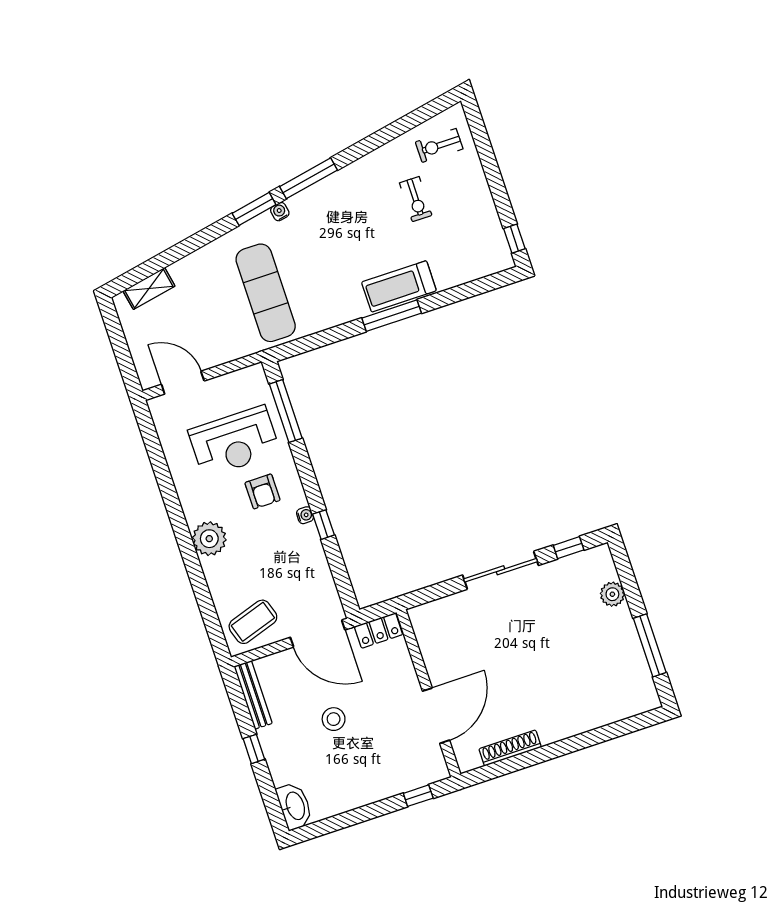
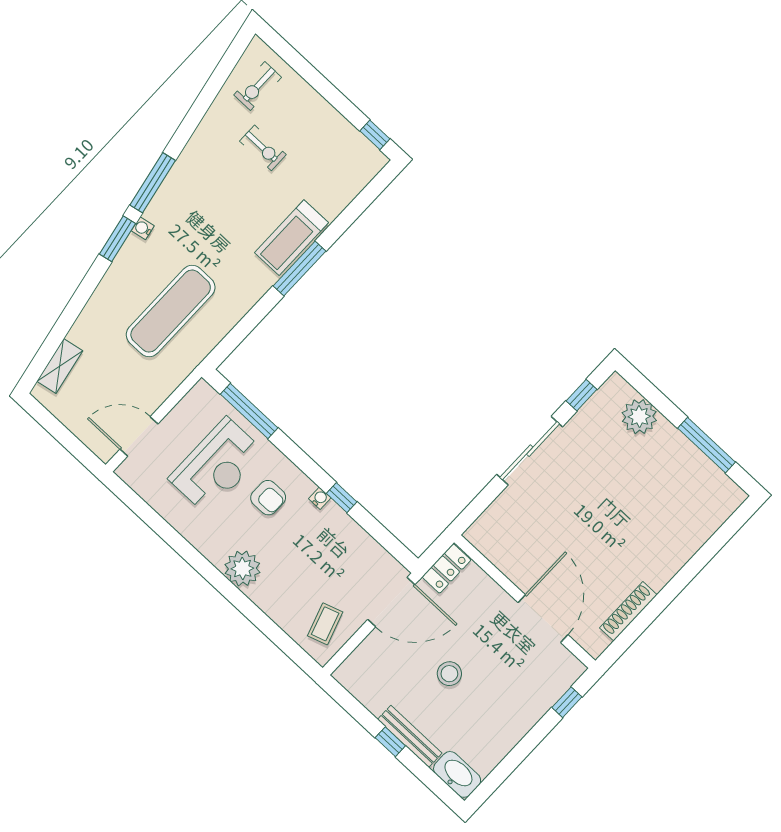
exercise mat: (266, 293) -> (171, 311), turned 90
plant: (612, 594) -> (639, 417), width x1.36, depth x1.36
coffee table: (253, 622) -> (325, 624), width x0.73, depth x0.77
bench: (253, 695) -> (410, 736), moved

